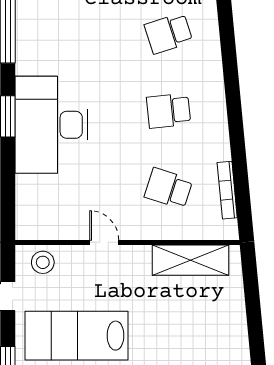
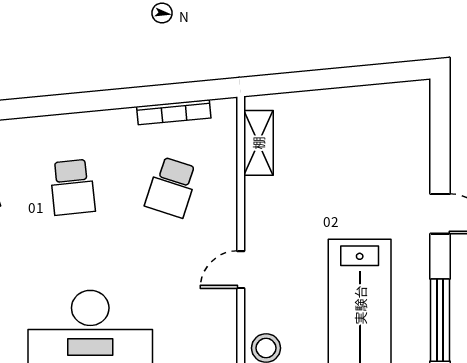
shelving: (190, 260) -> (258, 143), width x0.67, depth x0.75

